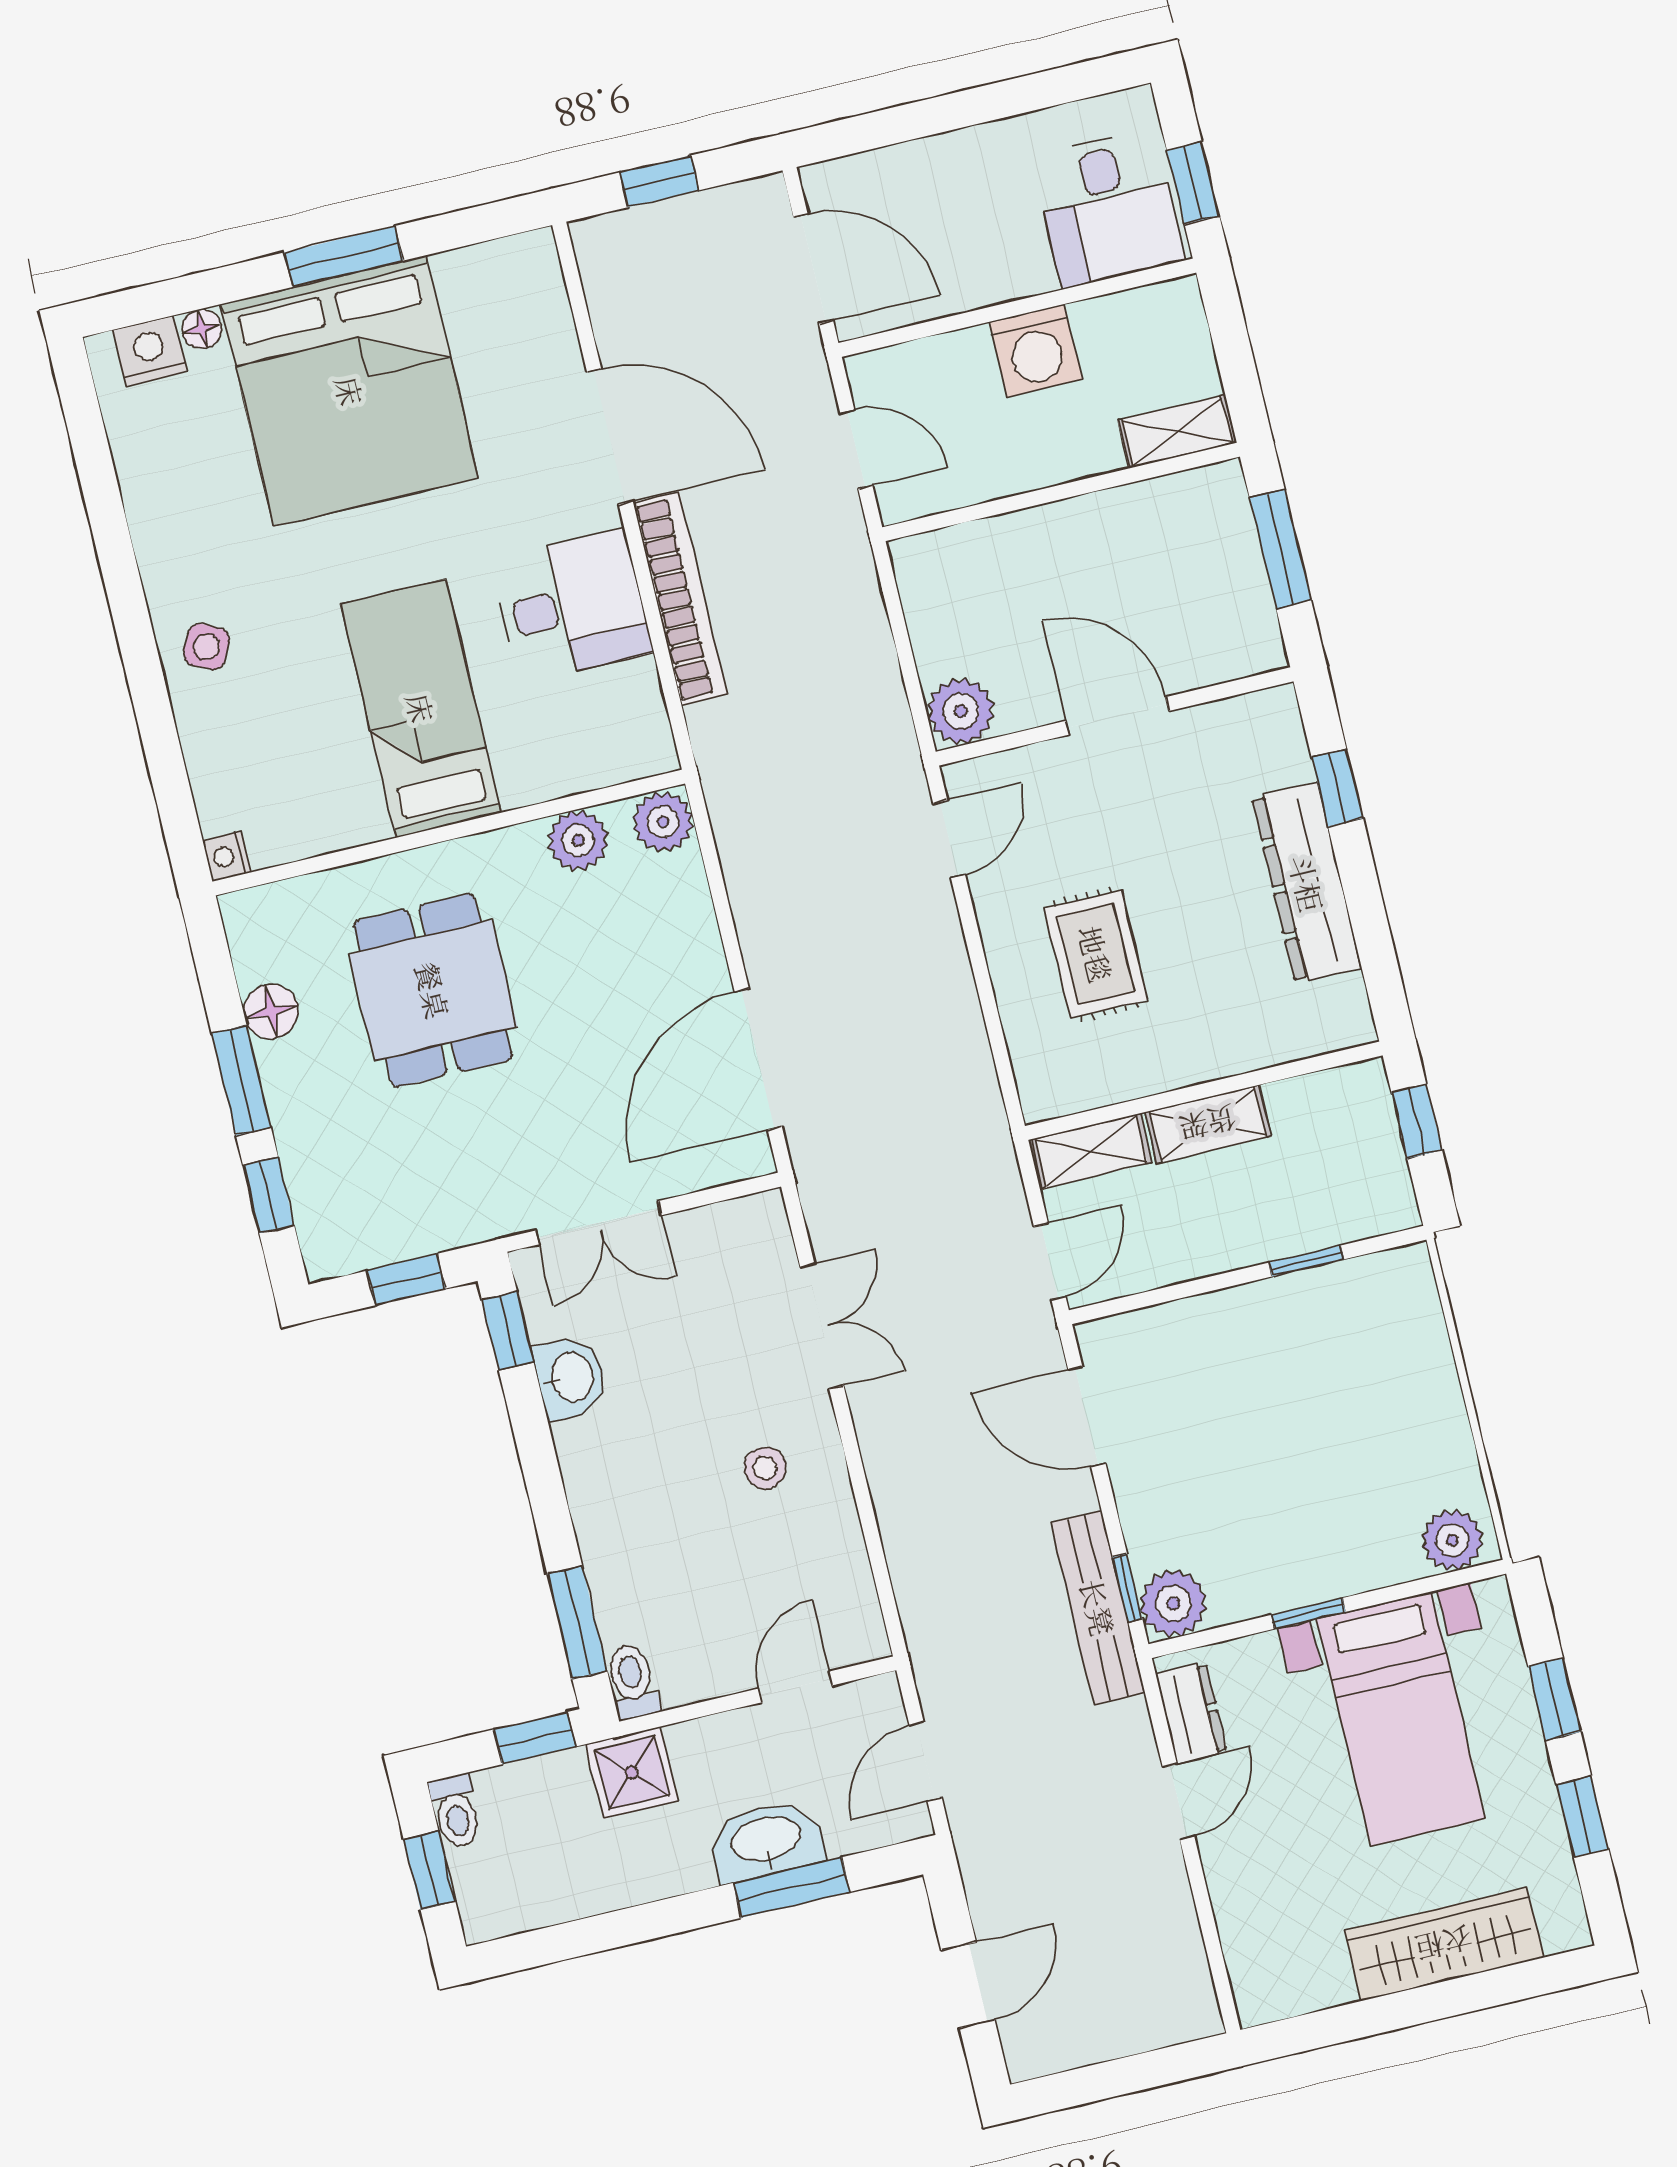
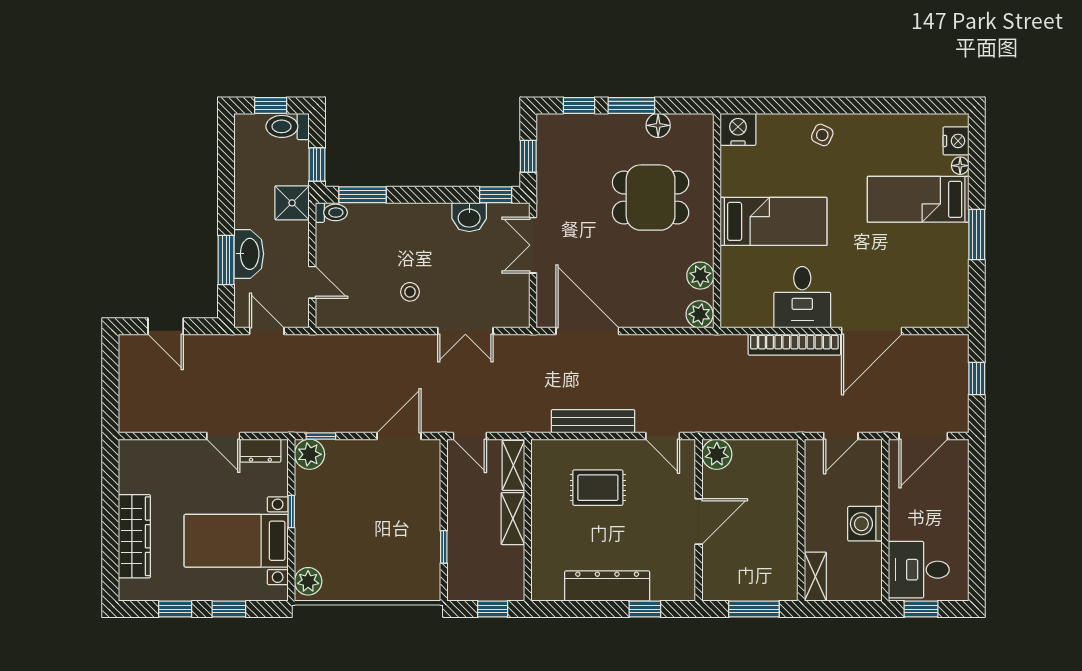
bed: (350, 391) -> (918, 199), width x0.49
nightstand: (227, 856) -> (738, 129), width x1.89, depth x1.79
bench: (1098, 1607) -> (593, 421), moved
toilet: (456, 1811) -> (288, 126), width x1.37, depth x1.39

